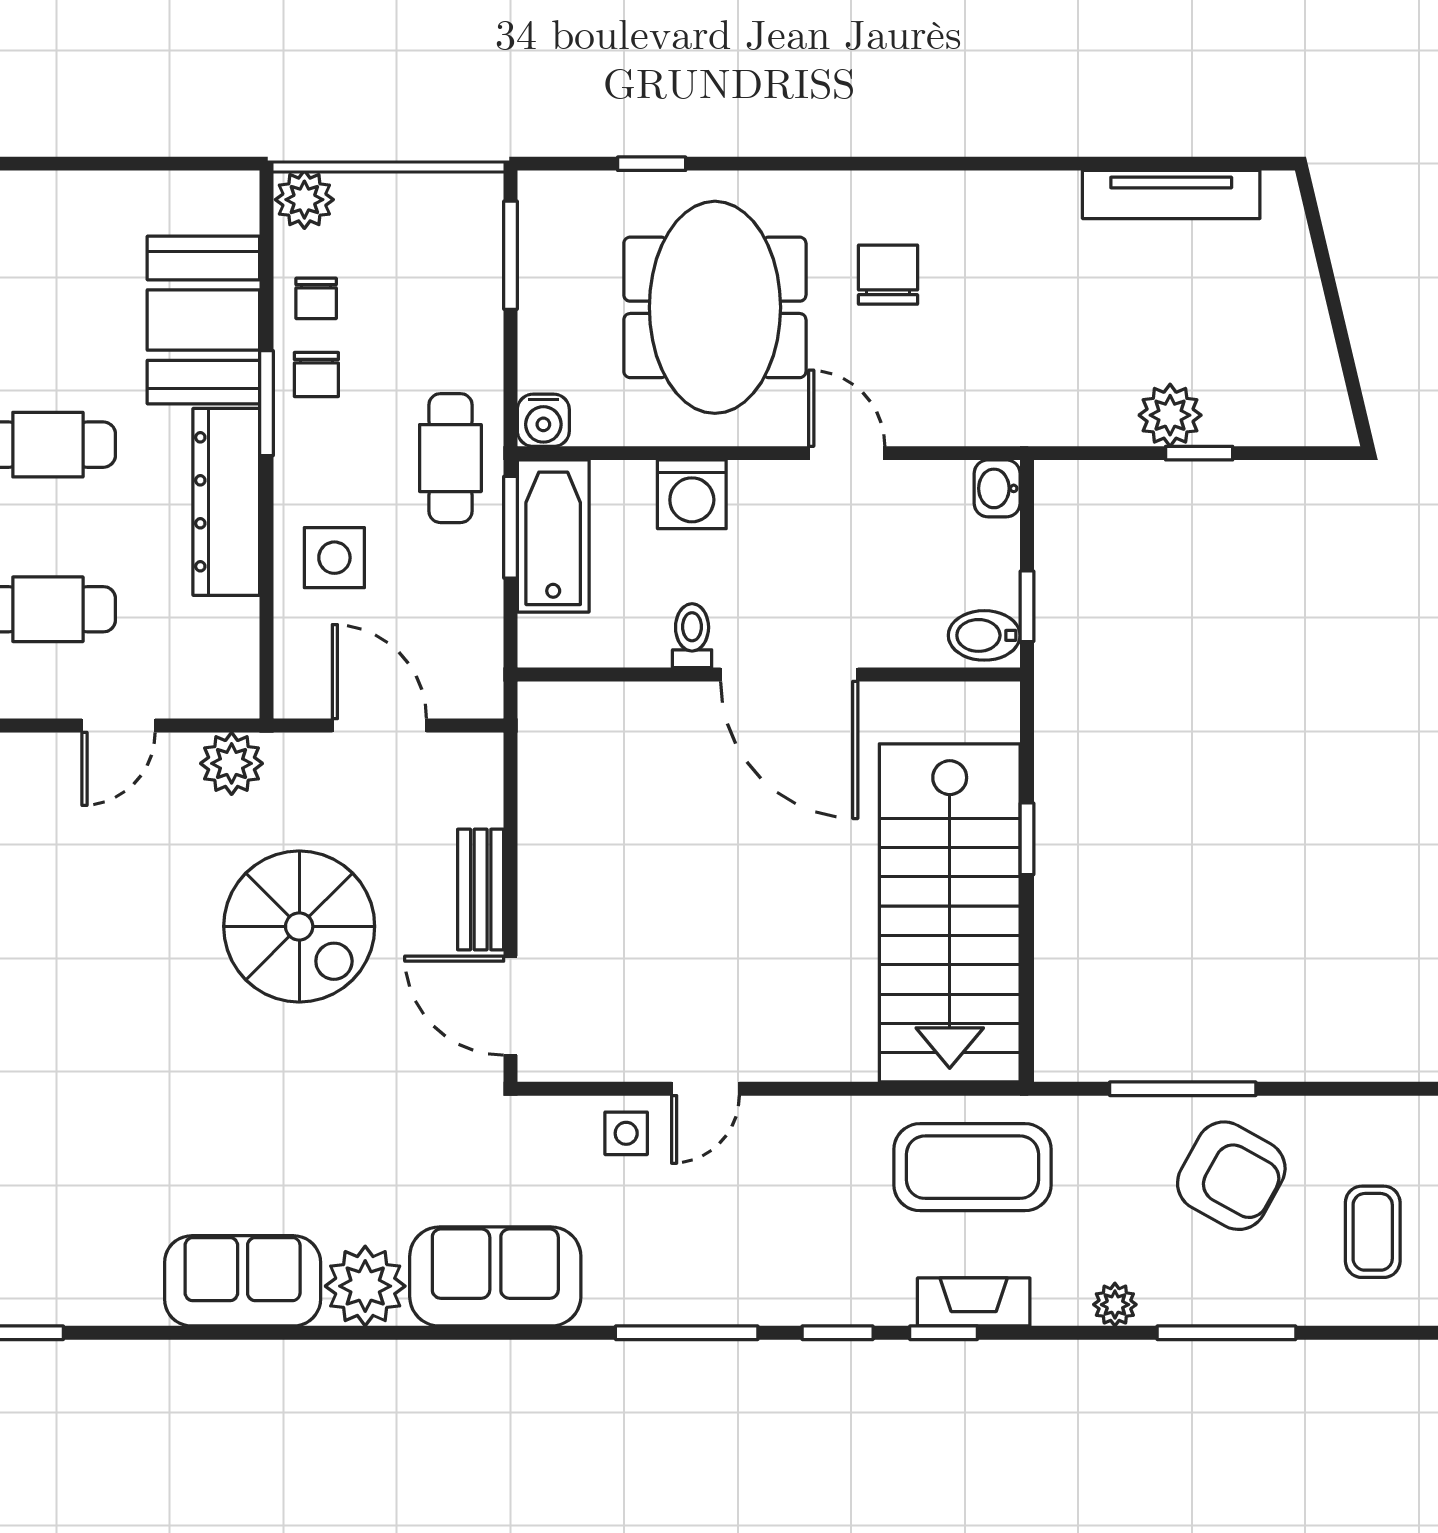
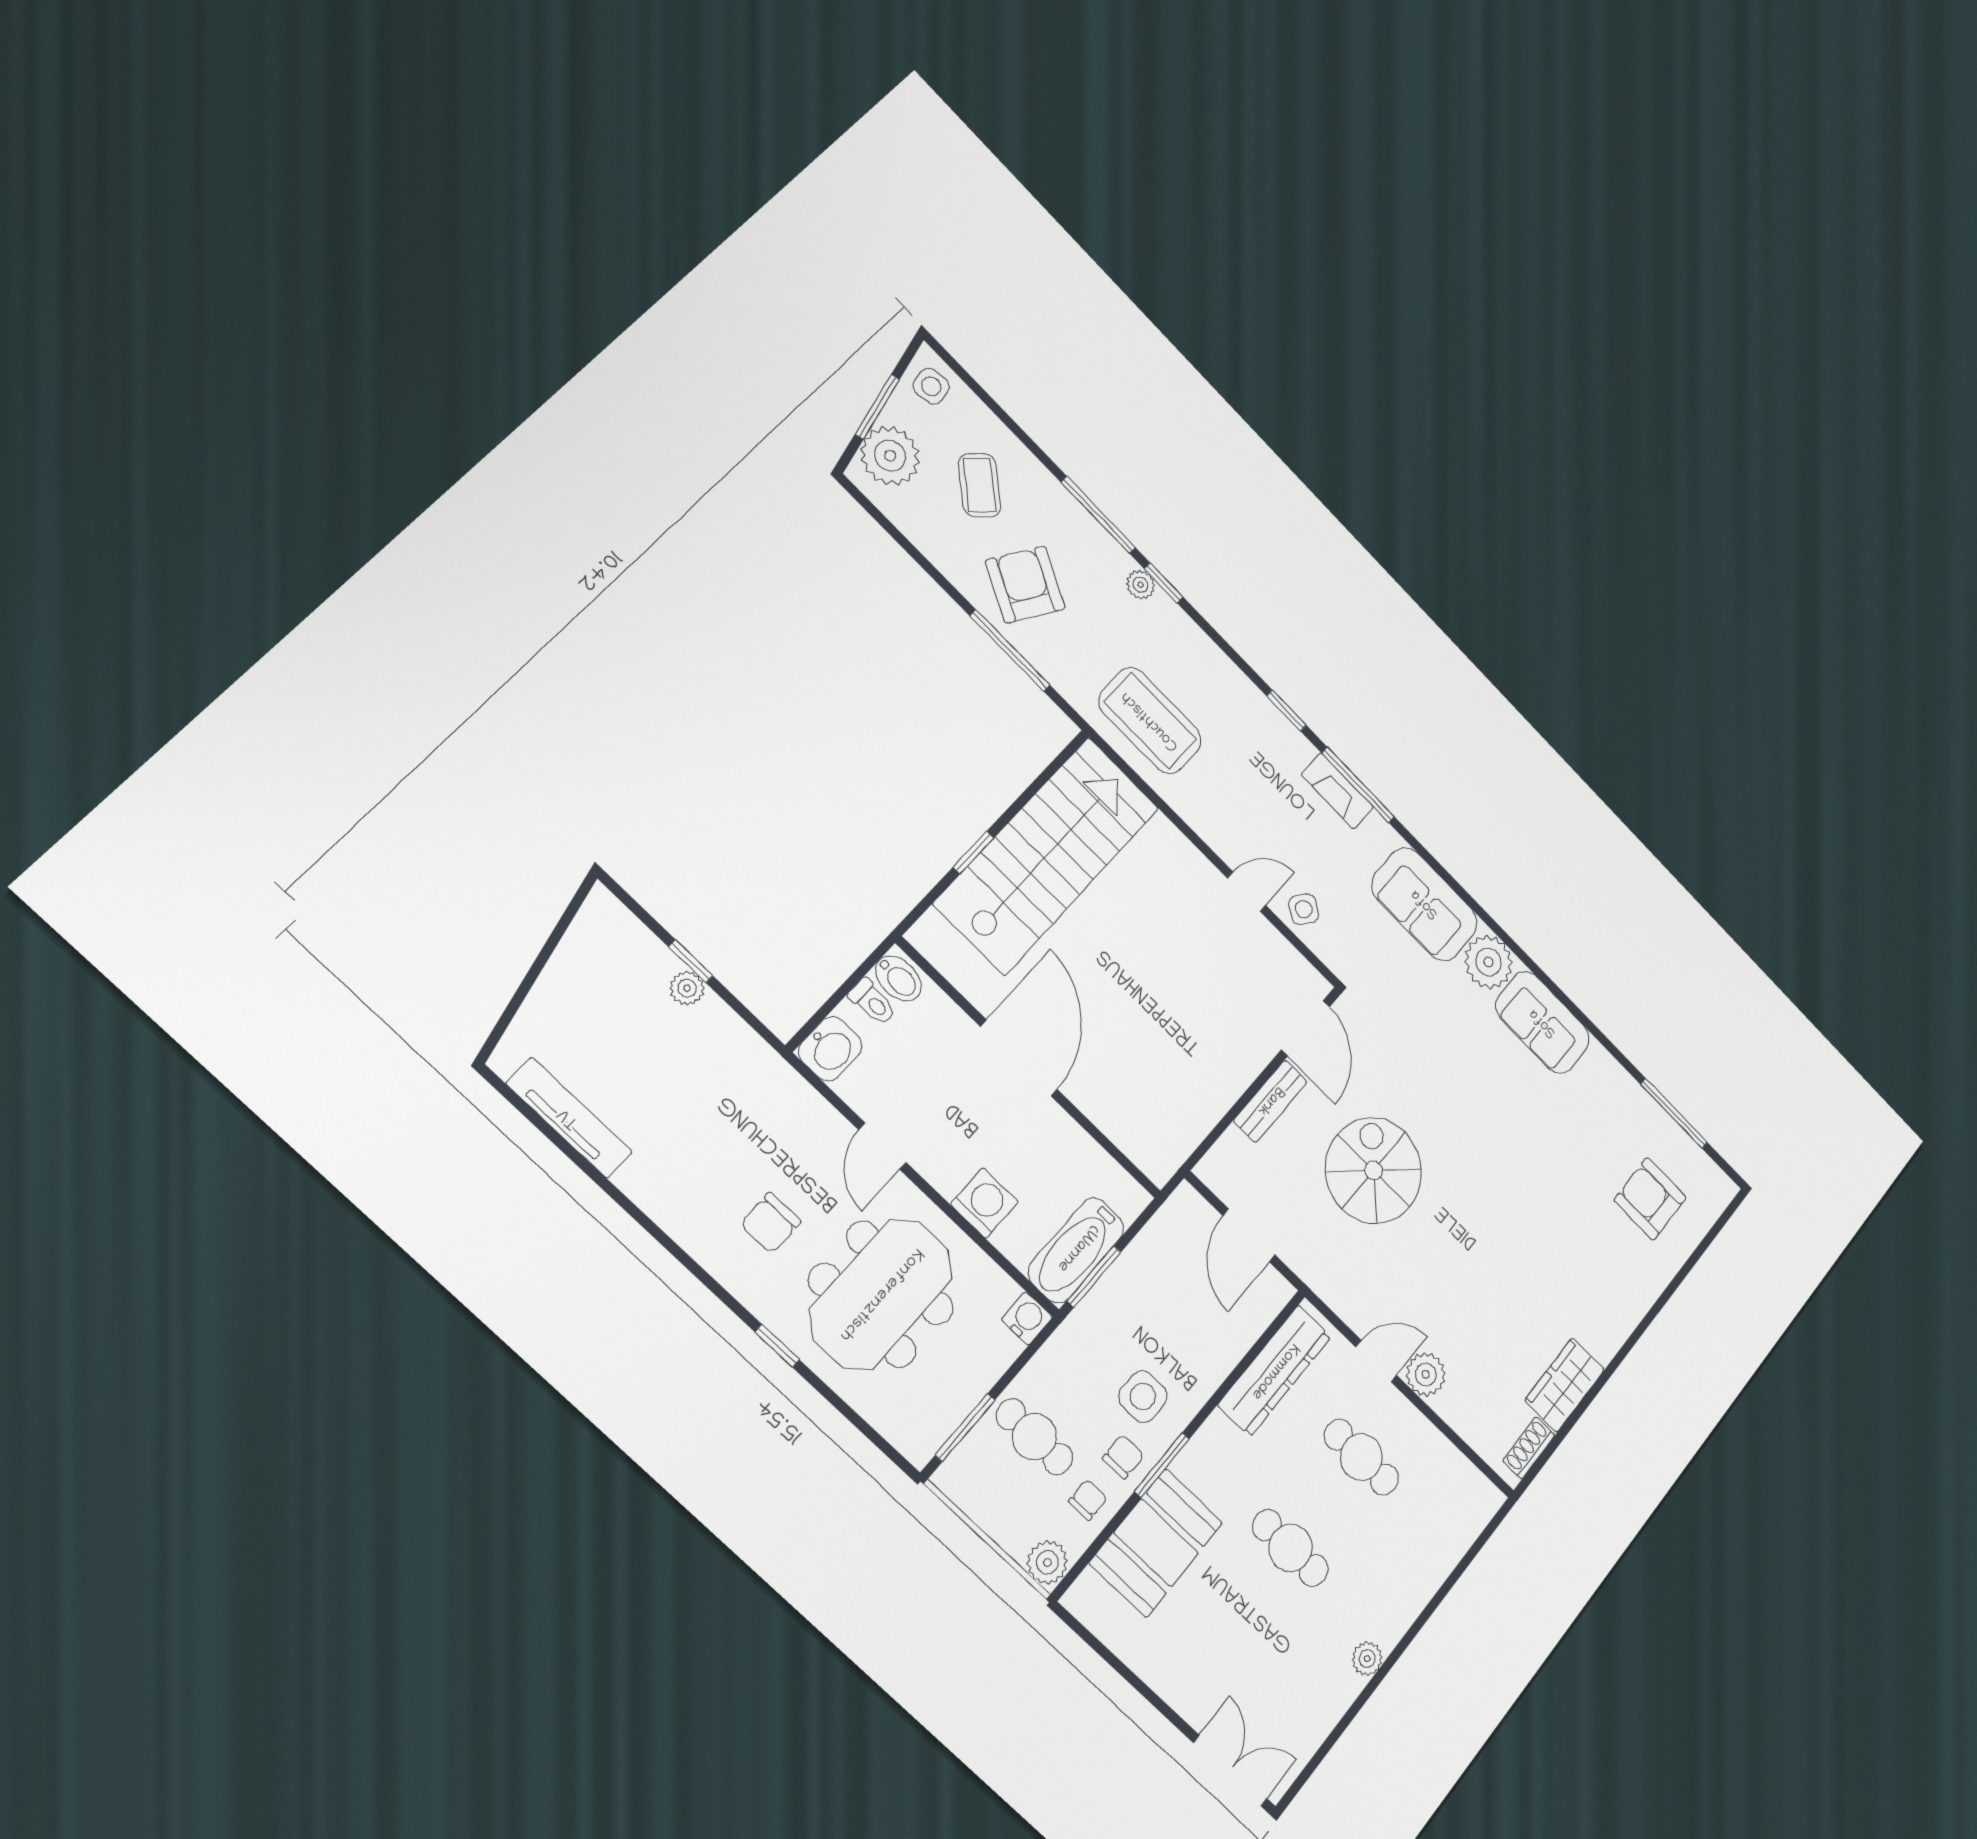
window: (652, 164) -> (777, 1346), moved
plant: (1170, 415) -> (687, 988), width x0.73, depth x0.73
cafe table: (450, 458) -> (1034, 1437), moved, turned 90
washbasin: (997, 488) -> (830, 1049), width x1.38, depth x1.45
dresser: (226, 502) -> (1275, 1371), moved
side table: (334, 558) -> (1143, 1397), moved
window: (1027, 606) -> (862, 971), removed
toilet: (692, 636) -> (872, 1002), moved, turned -90
plant: (232, 763) -> (1426, 1374), moved
side table: (626, 1133) -> (1304, 909), turned 36
coffee table: (1373, 1232) -> (980, 485), turned -49
fireplace: (974, 1302) -> (1337, 791), moved
window: (944, 1333) -> (1164, 583), moved

